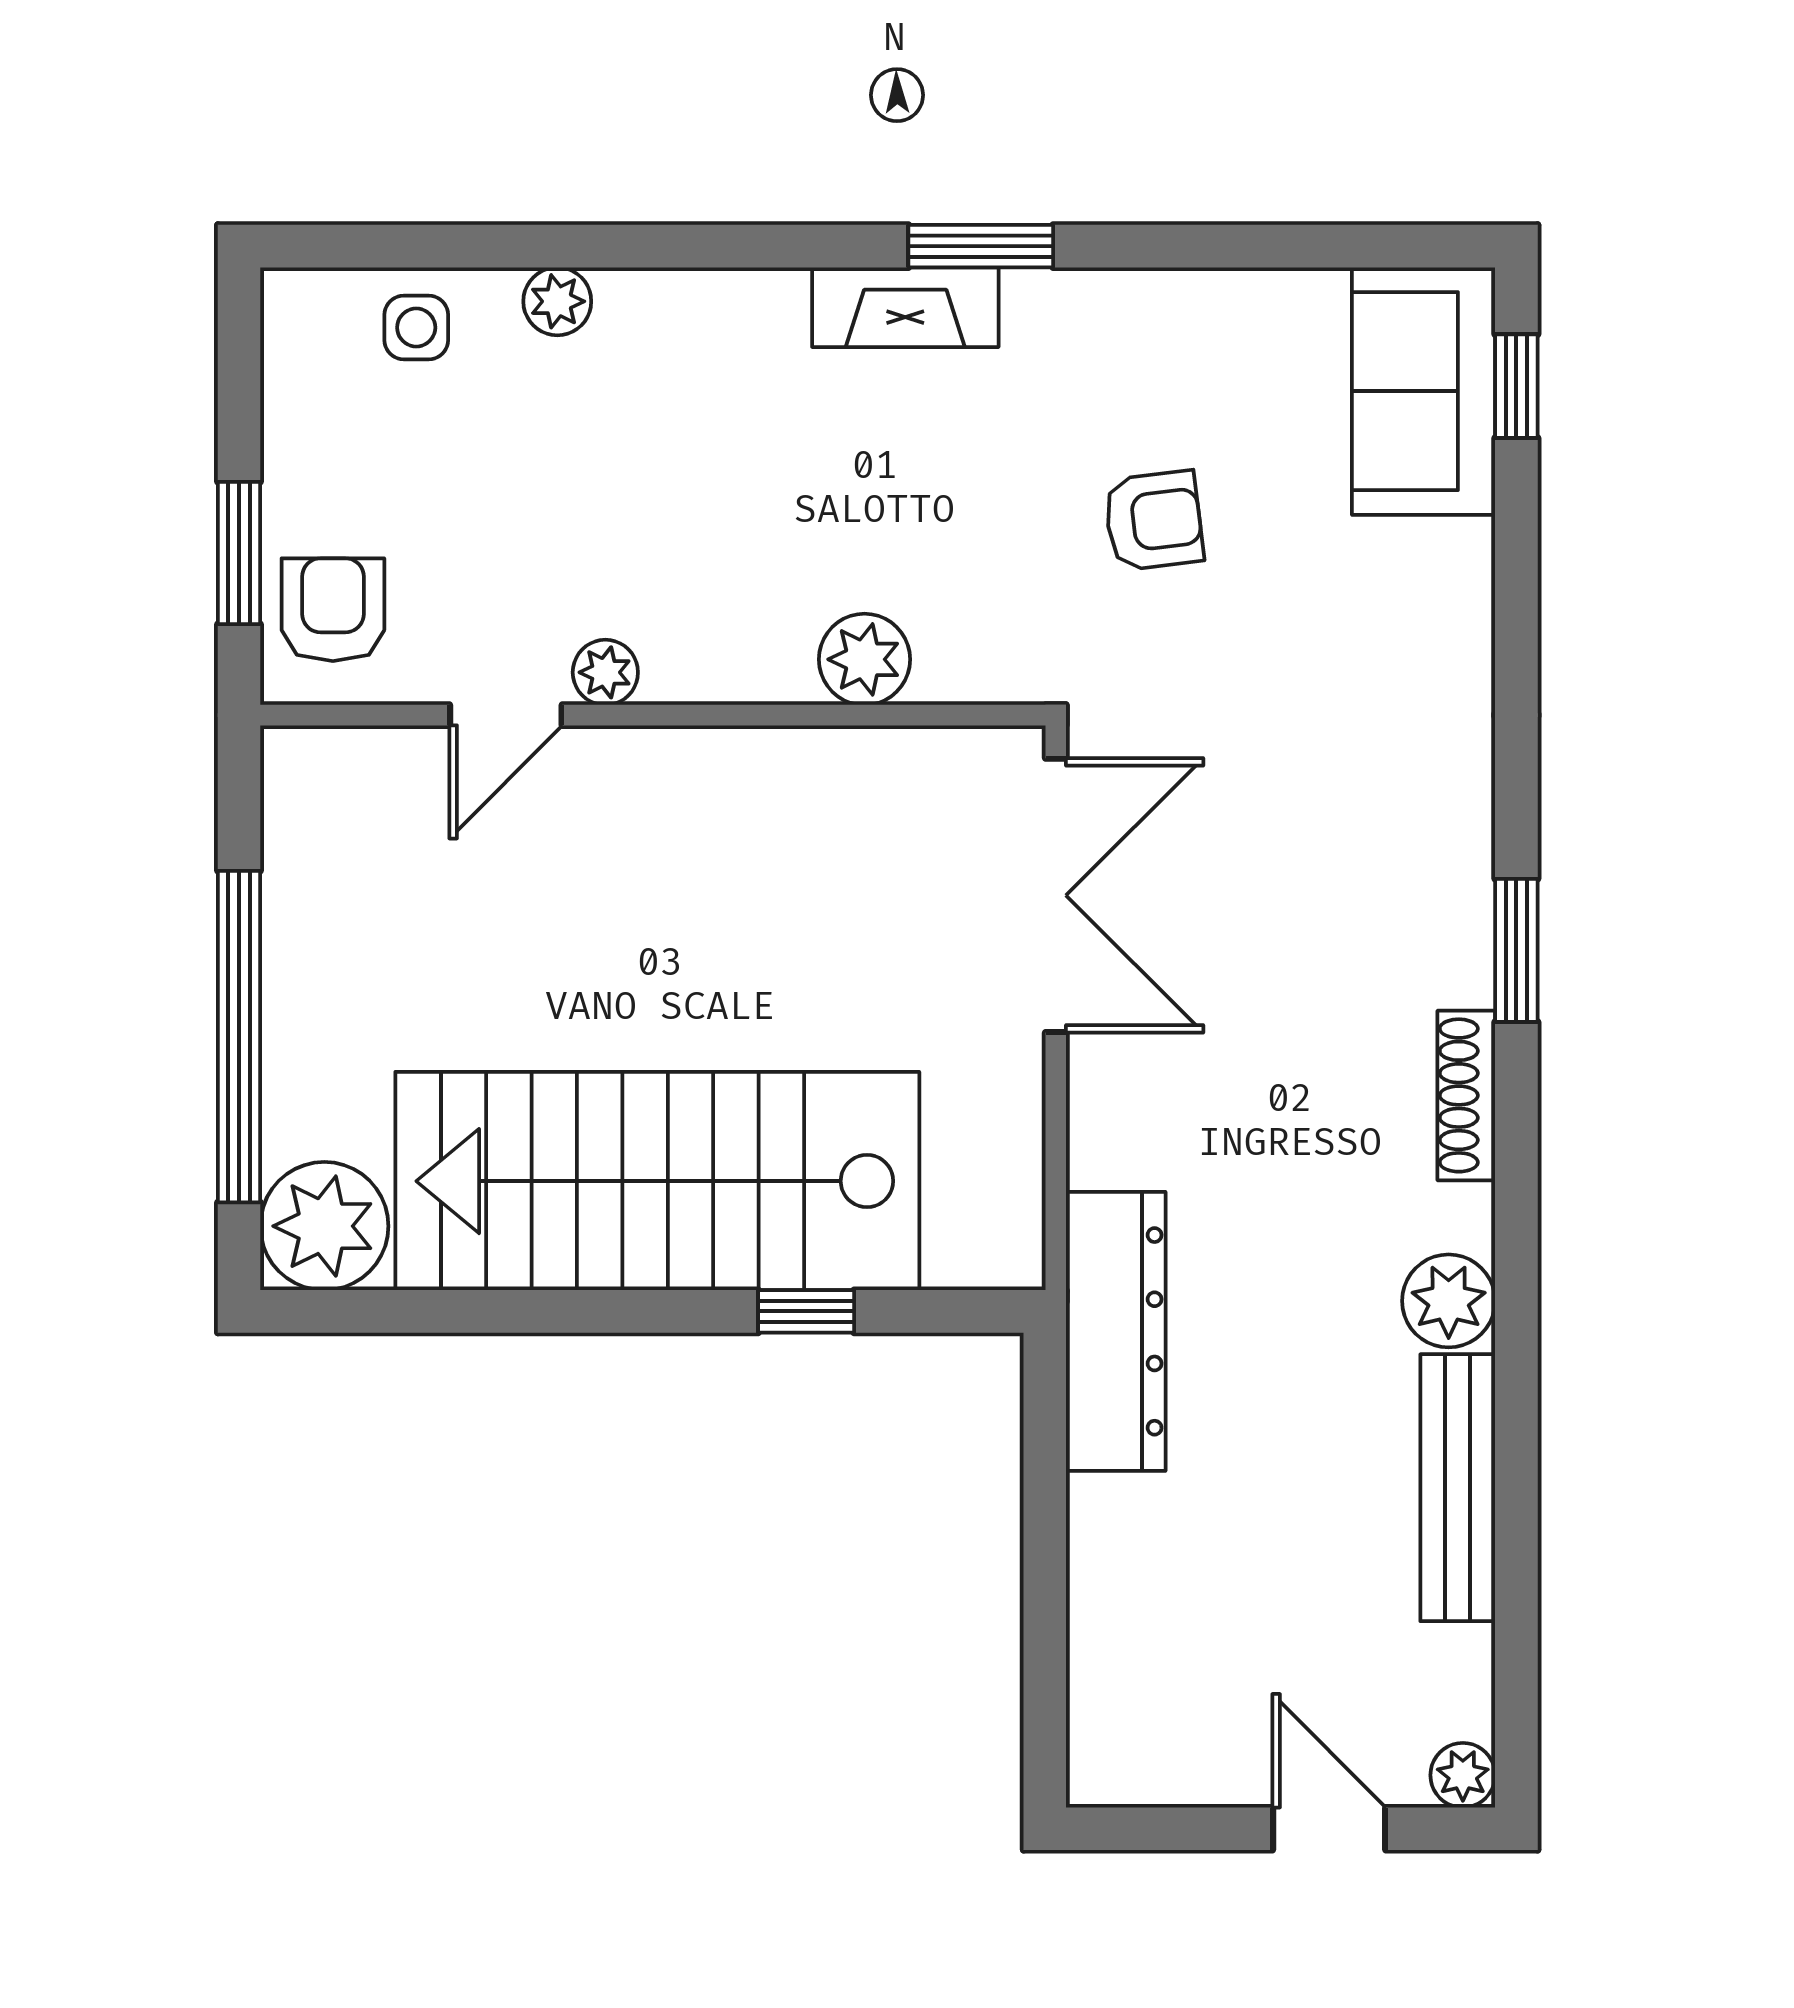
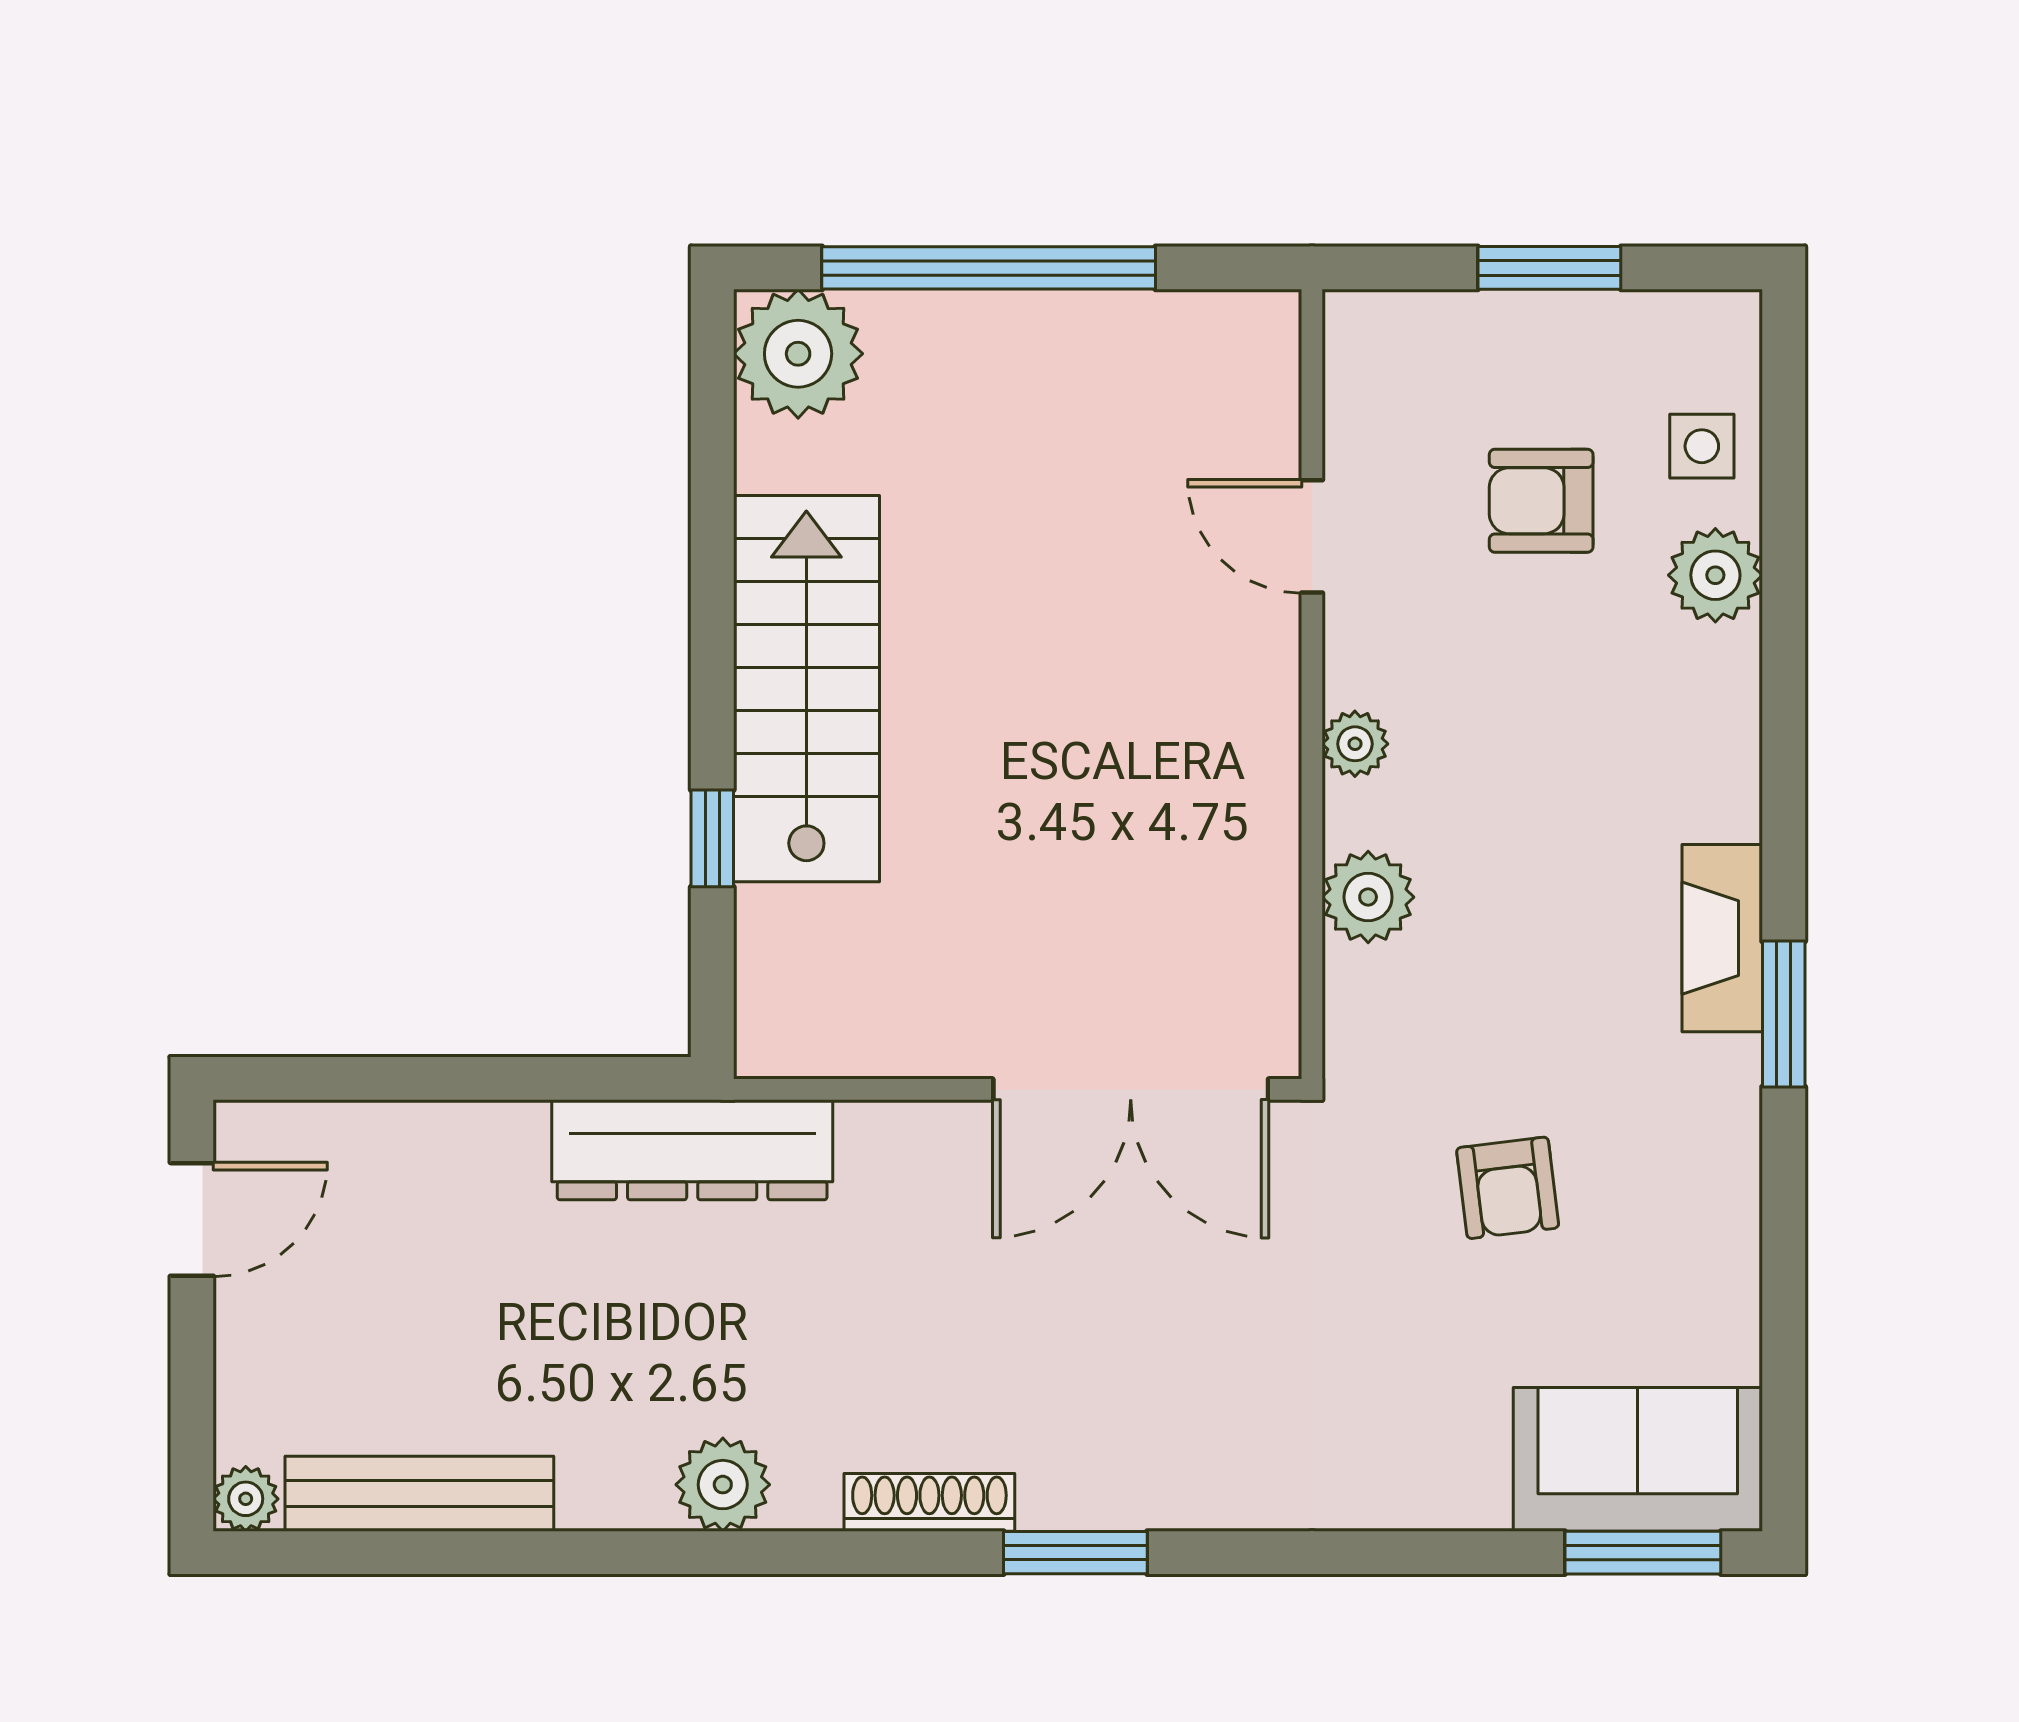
plant: (557, 301) -> (1715, 575), width x1.38, depth x1.38
window: (1516, 386) -> (1643, 1553), width x1.50
window: (239, 553) -> (1549, 268), moved
armchair: (333, 610) -> (1541, 501), moved, turned 180
plant: (605, 672) -> (1355, 744), moved
stairs: (657, 1181) -> (806, 689), width x0.73, depth x0.66
bench: (1458, 1488) -> (419, 1494), moved
door: (1329, 1829) -> (192, 1219), moved

